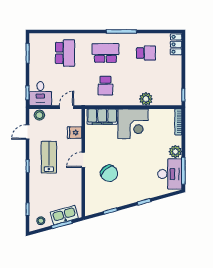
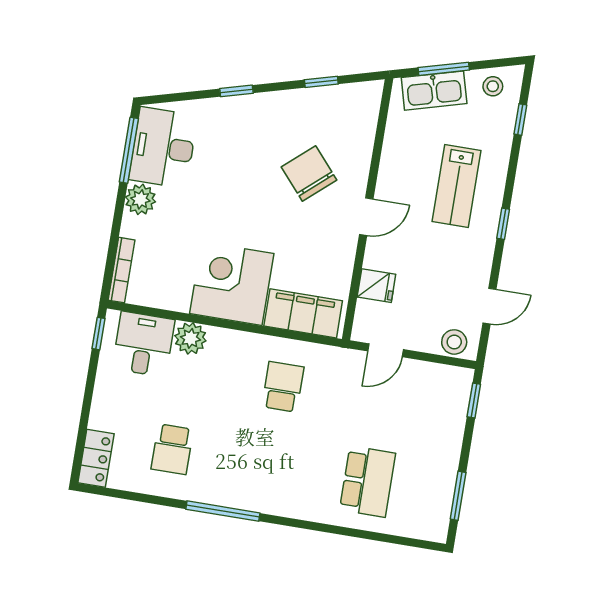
school desk: (65, 53) -> (368, 482), turned 180
school desk: (105, 53) -> (270, 465), removed
school desk: (146, 53) -> (172, 449), turned -90
desk: (40, 93) -> (143, 344), moved
lab bench: (49, 157) -> (457, 186), moved

